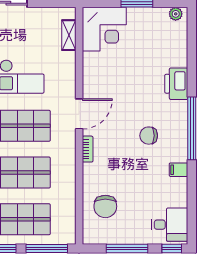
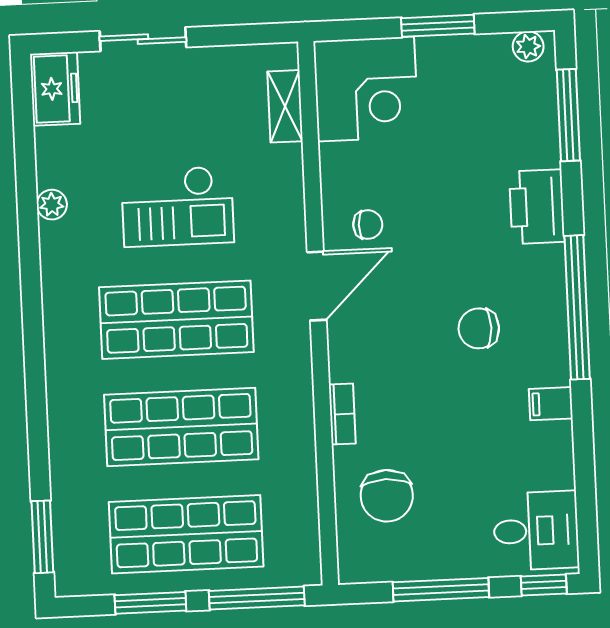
window: (192, 44) -> (568, 115), added
chair: (102, 88) -> (368, 225), added
bookcase: (88, 149) -> (342, 414), moved

